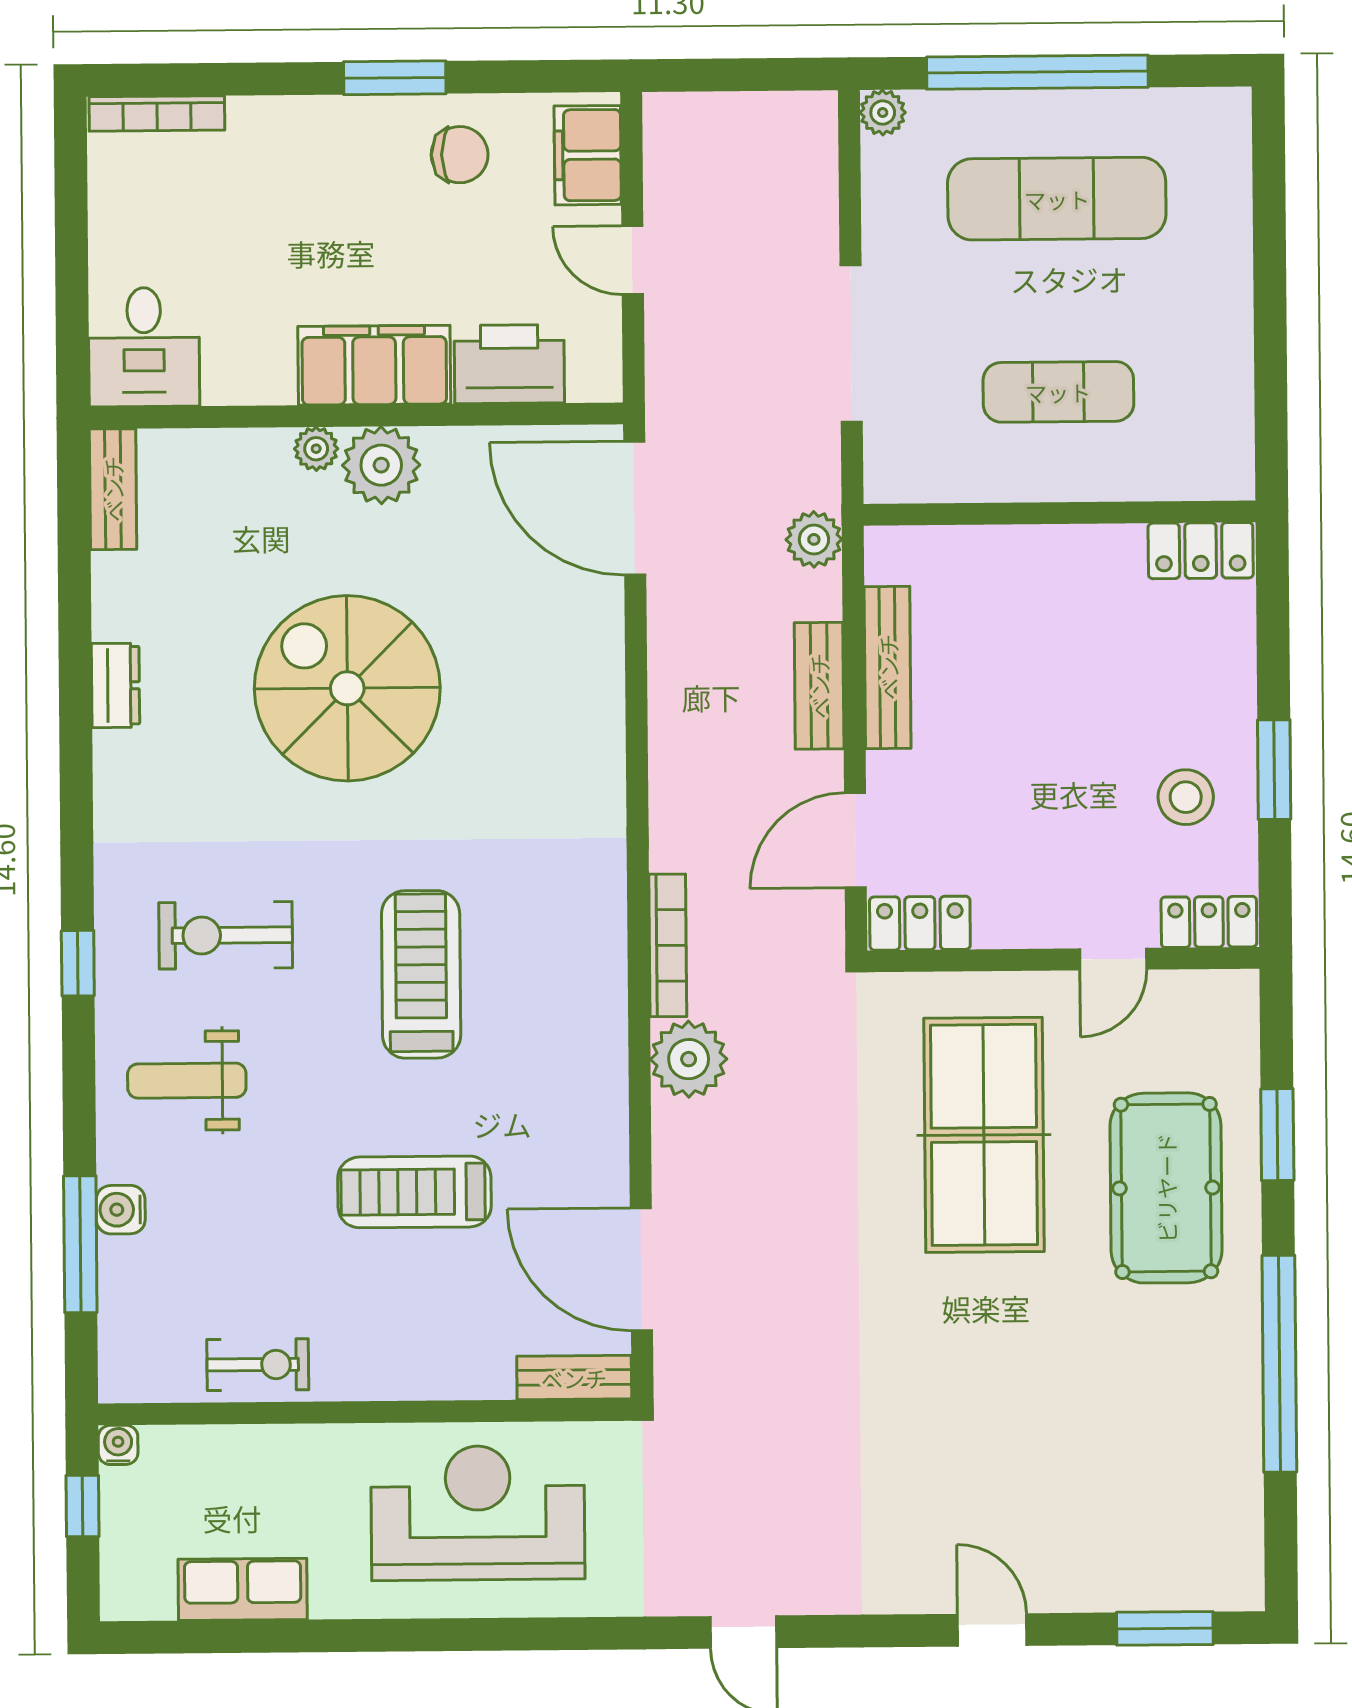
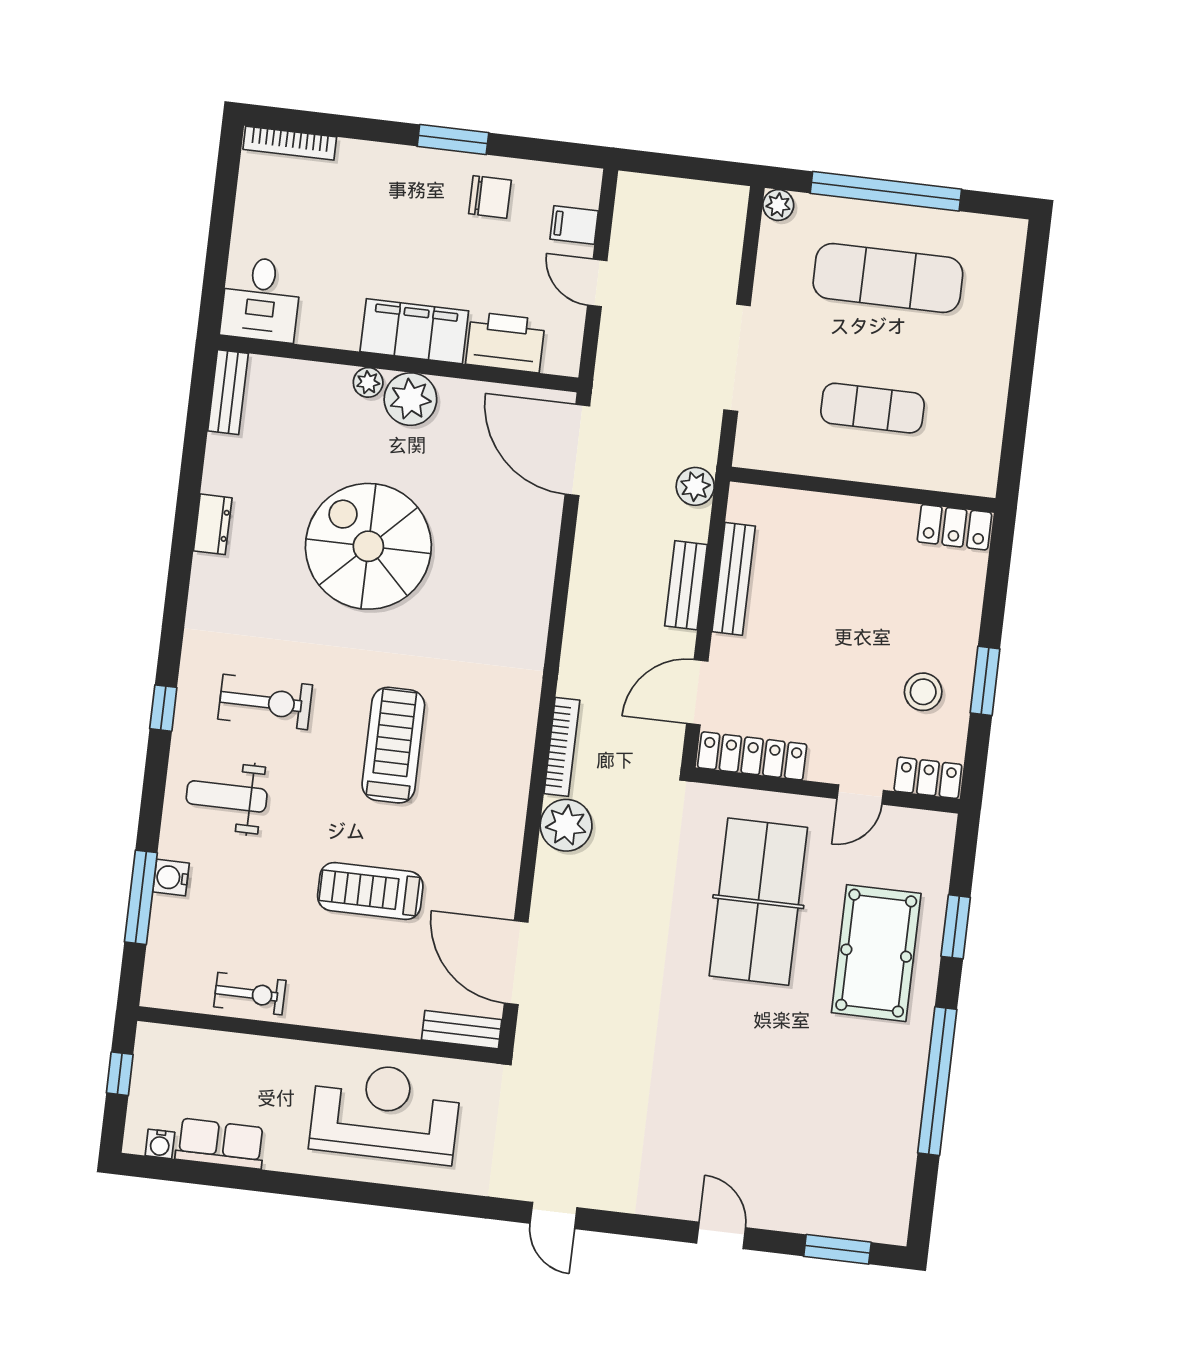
filing cabinet: (588, 155) -> (574, 225), width x0.50
locker: (920, 923) -> (752, 756), width x1.53
exercise bike: (226, 935) -> (265, 702), turned 180
water cooler: (118, 1445) -> (160, 1144), moved, turned 180

